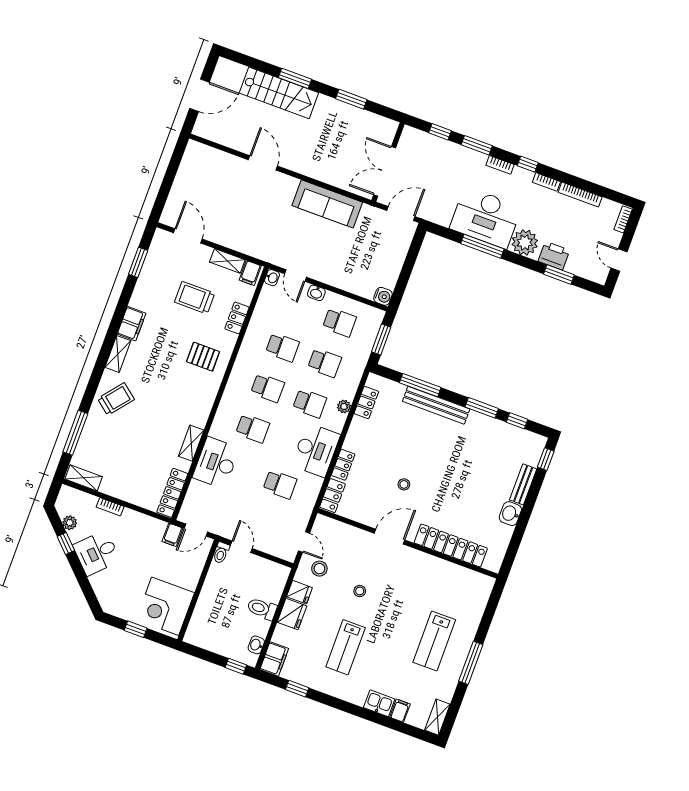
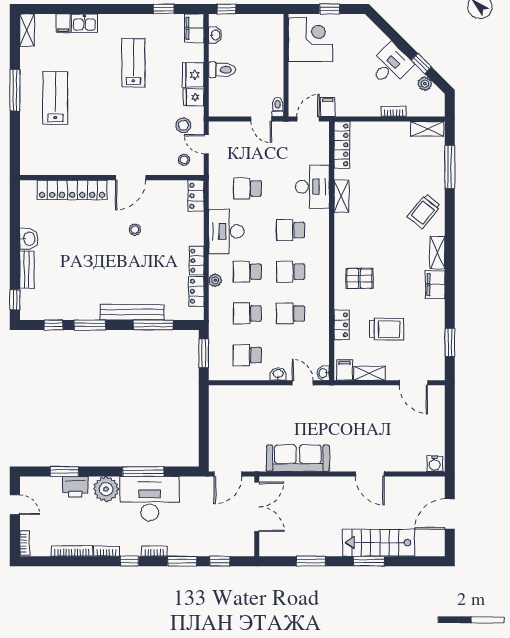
water cooler: (383, 296) -> (435, 464), moved, turned -90
locker: (343, 465) -> (197, 261), moved
stool: (360, 591) -> (184, 160), moved

